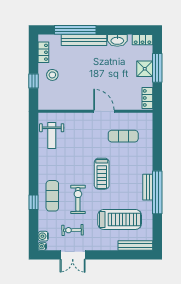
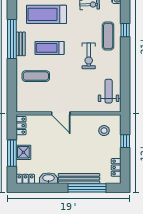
stool: (52, 75) -> (104, 131), moved
exercise mat: (123, 136) -> (36, 76), moved
treadmill: (102, 174) -> (49, 48), moved, turned -90
exercise bike: (78, 199) -> (89, 56), moved

